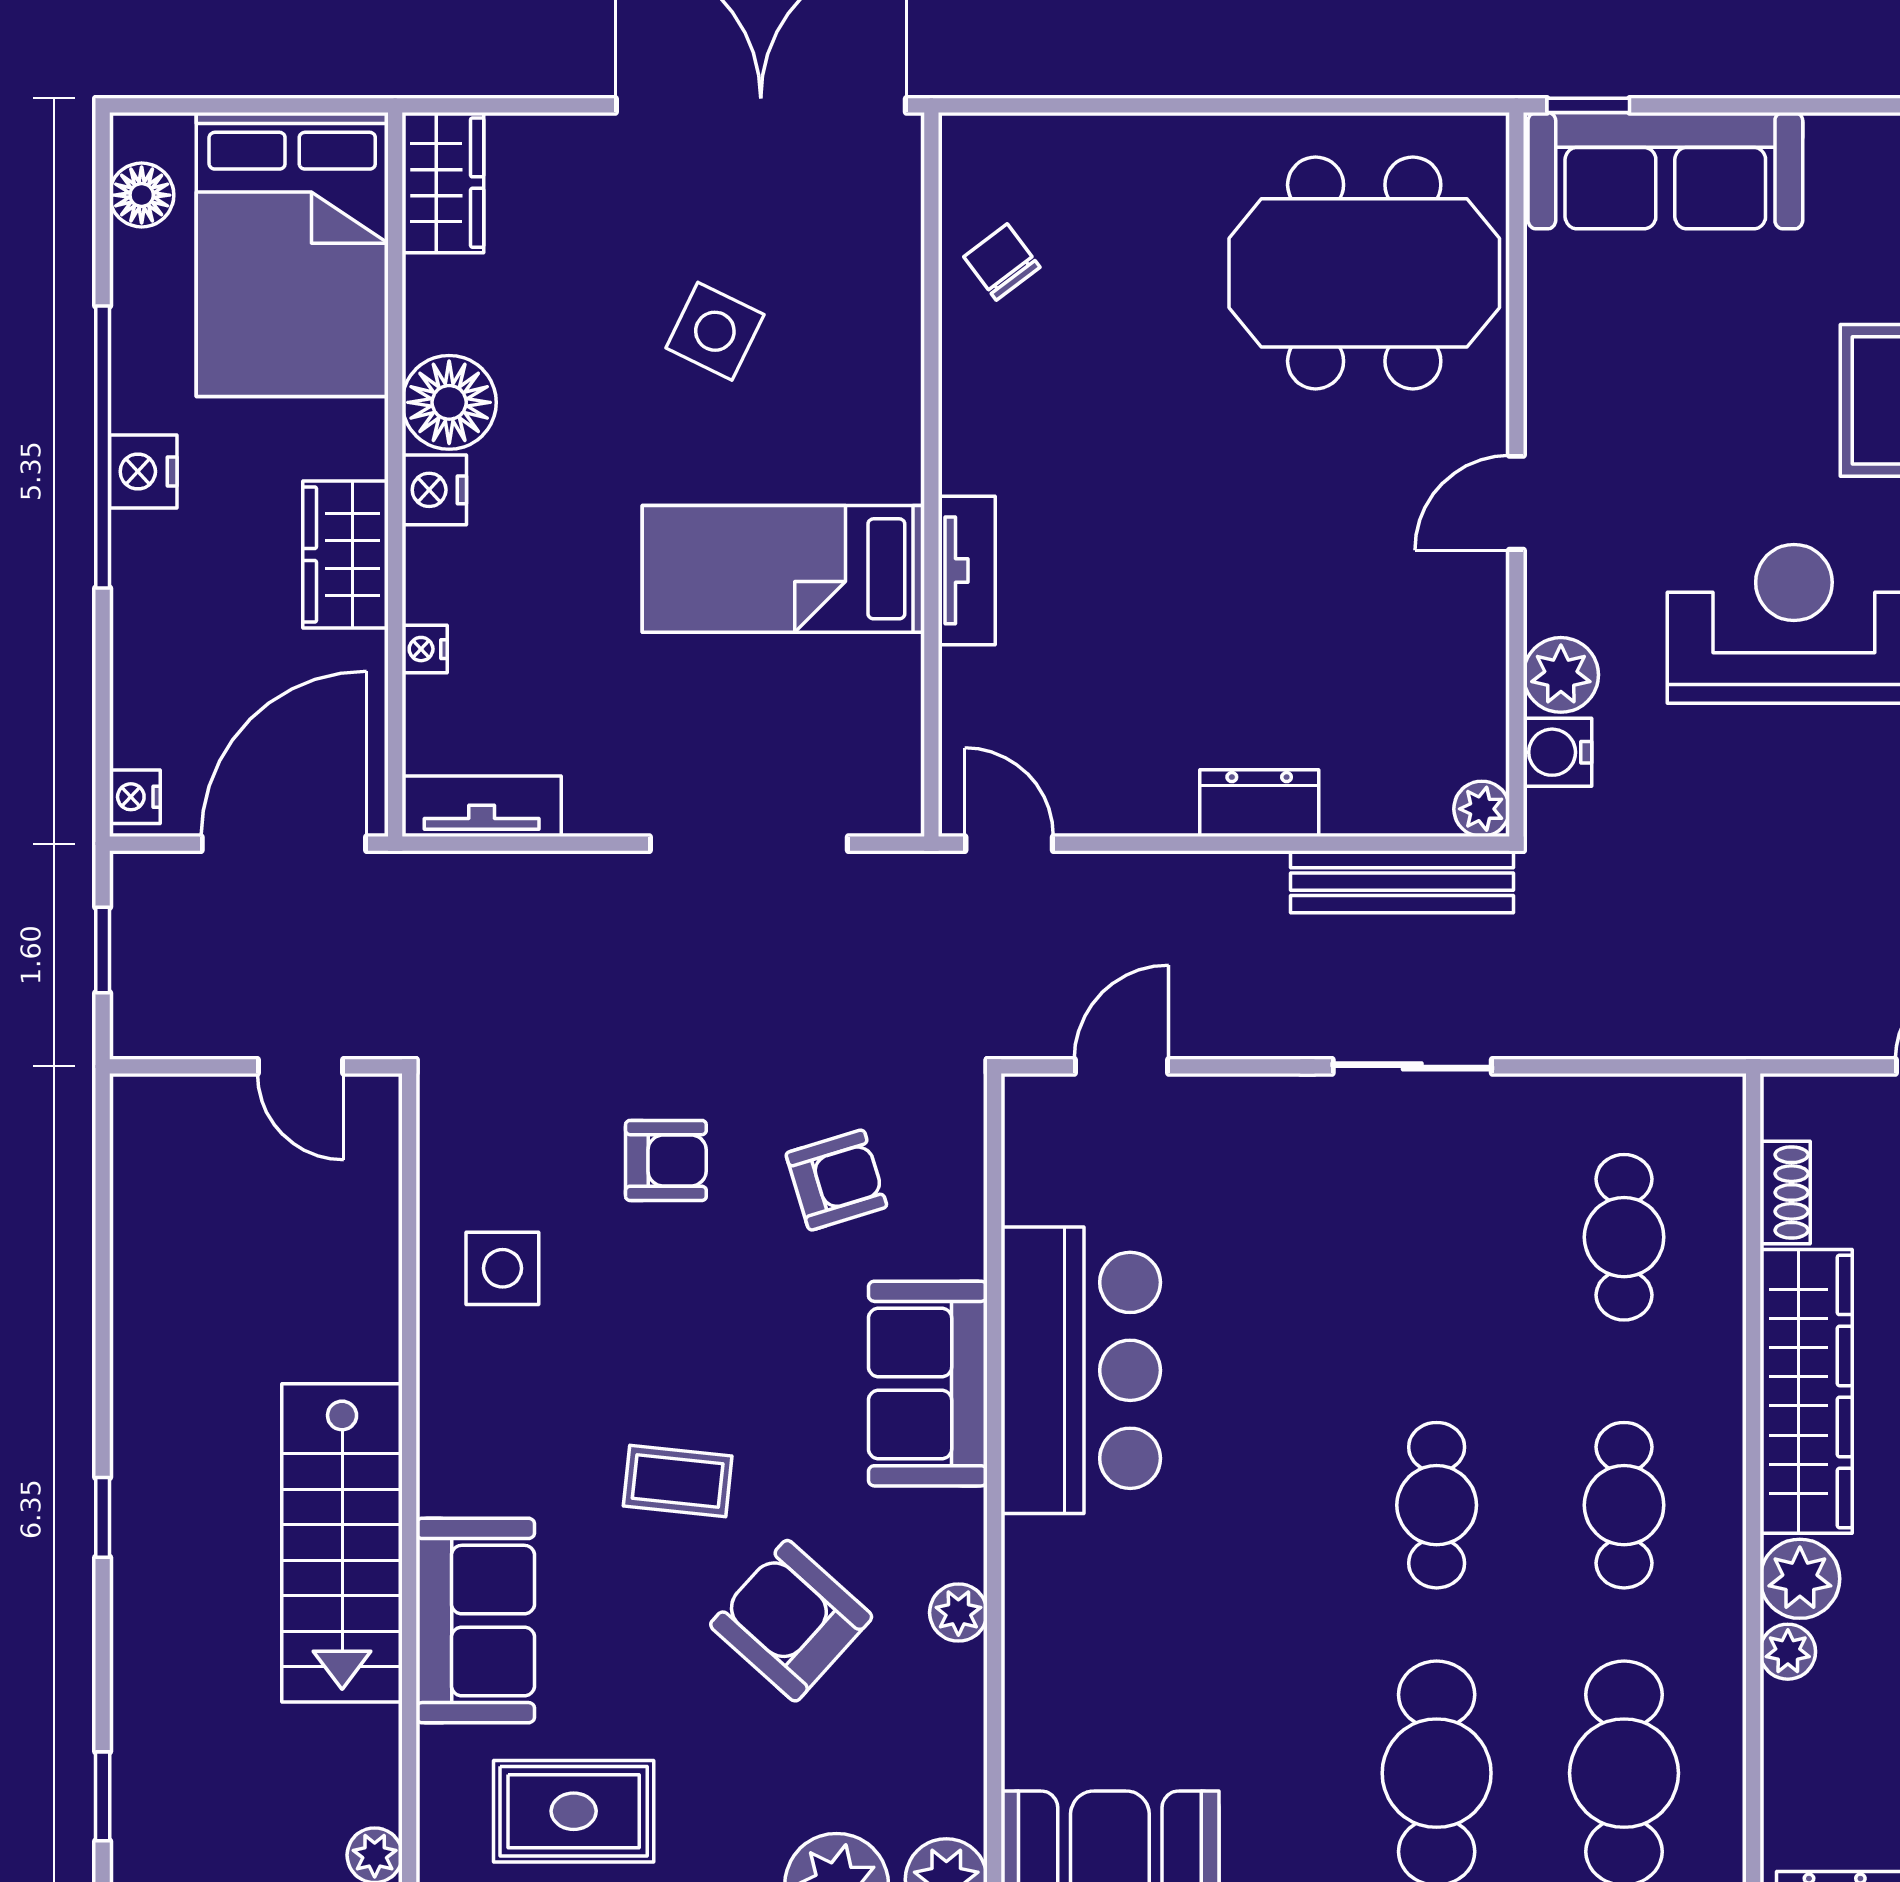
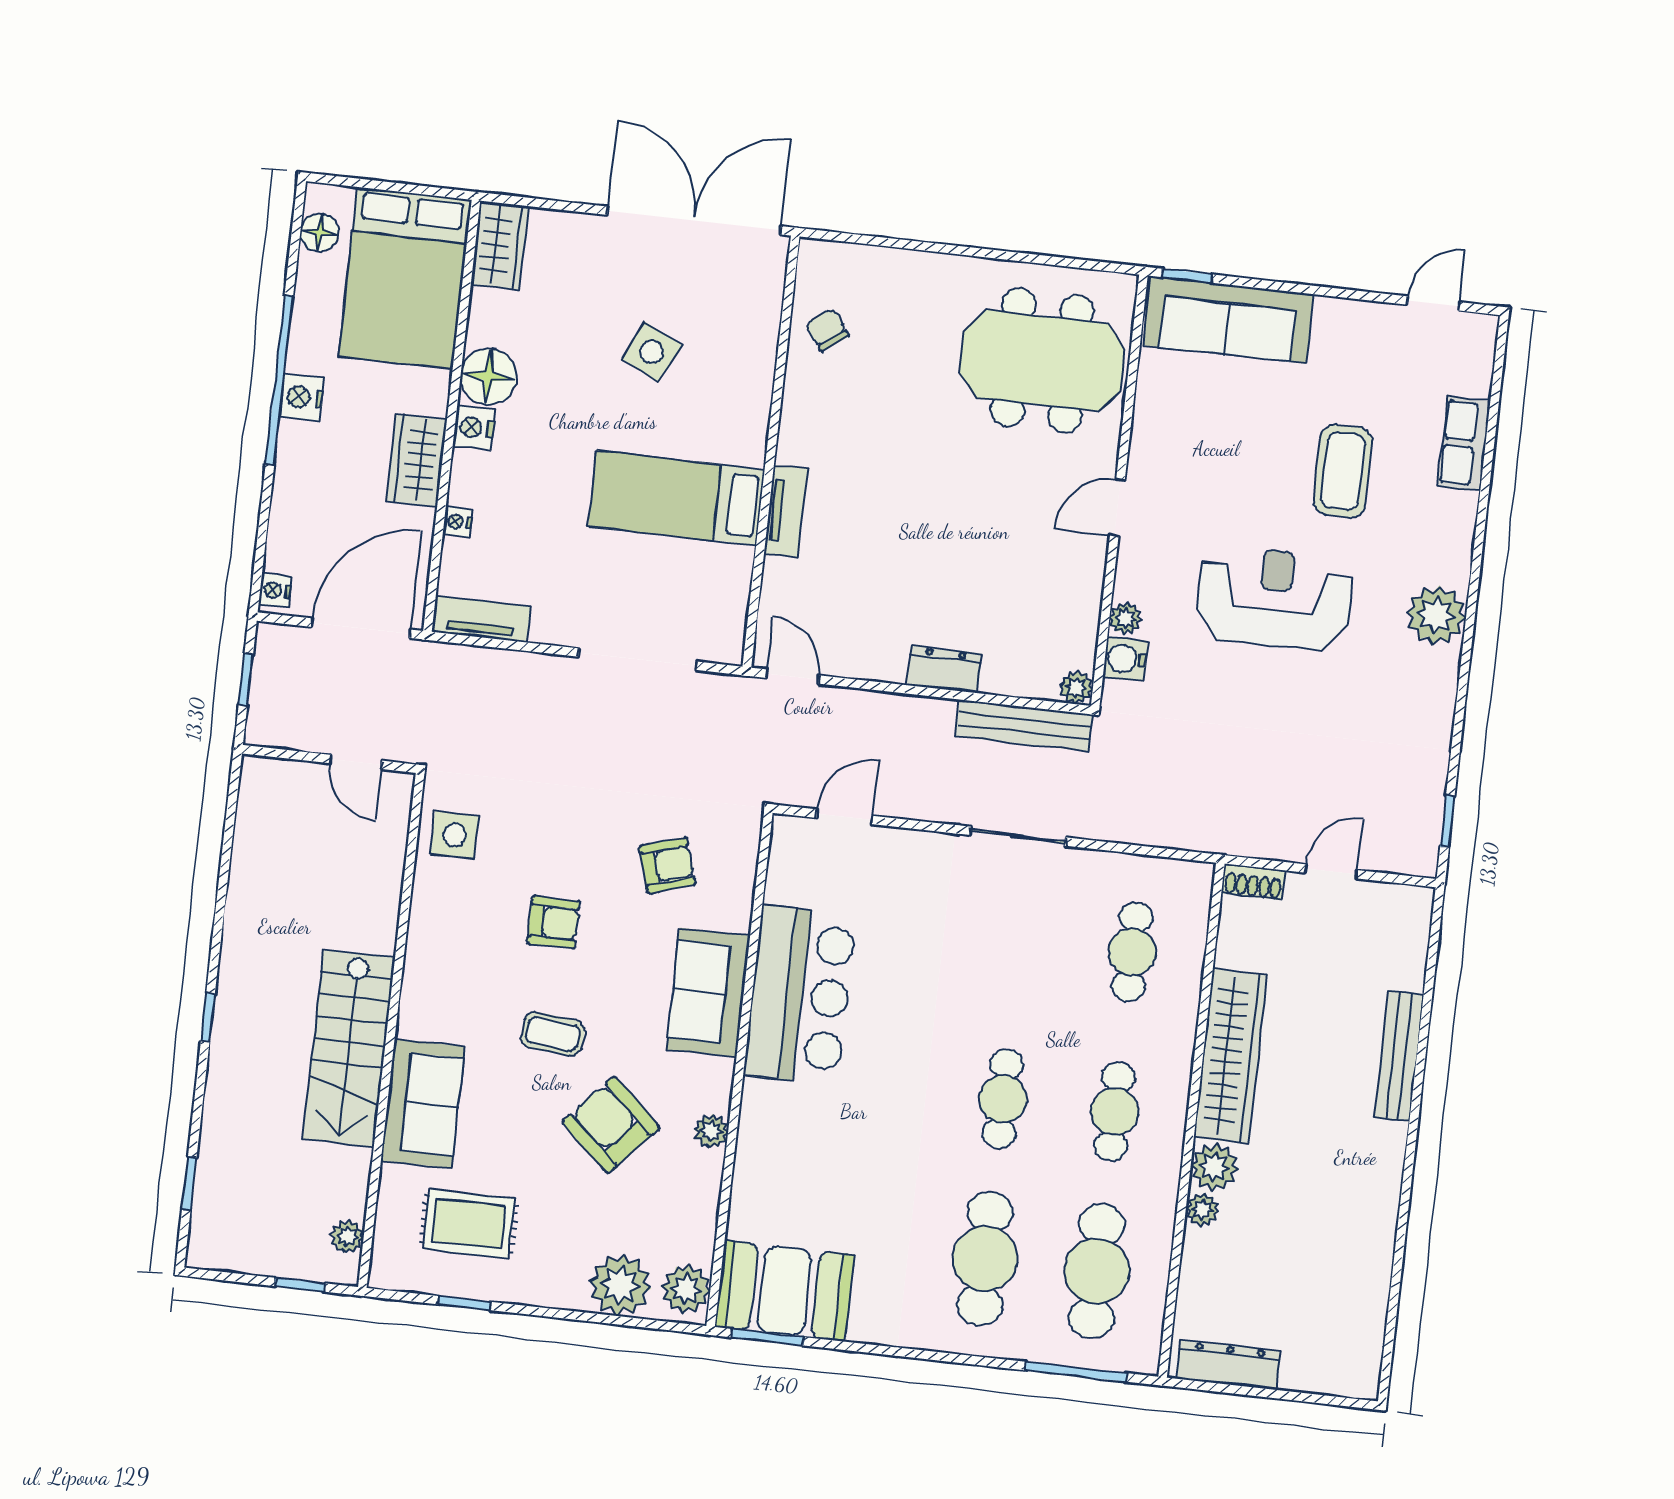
plant: (1561, 675) -> (1126, 618), width x0.73, depth x0.73
armchair: (666, 1160) -> (553, 922), moved
shoe rack: (1785, 1193) -> (1253, 882), moved, turned 90
side table: (502, 1268) -> (454, 835), moved

